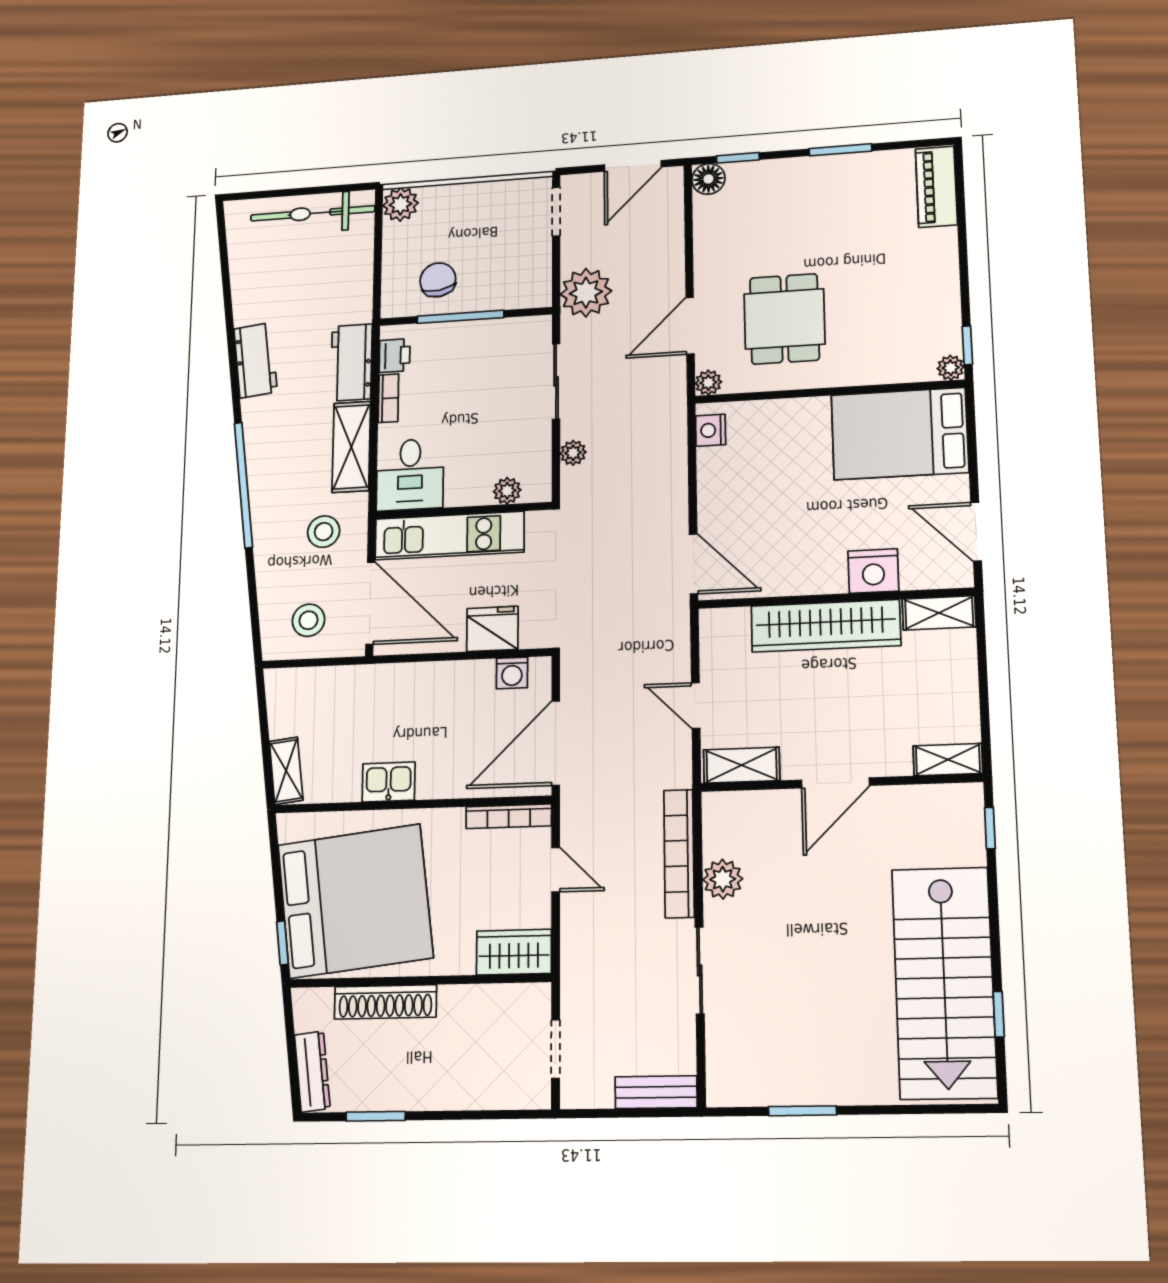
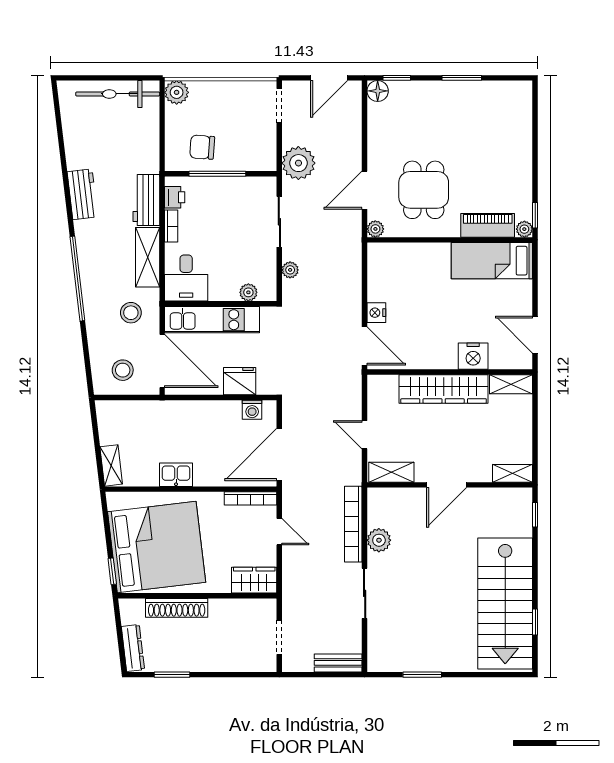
piano: (936, 187) -> (488, 225), moved, turned 90
chair: (438, 280) -> (202, 147), turned -77
nightstand: (711, 430) -> (376, 313), moved
bed: (900, 434) -> (492, 261), width x0.67

